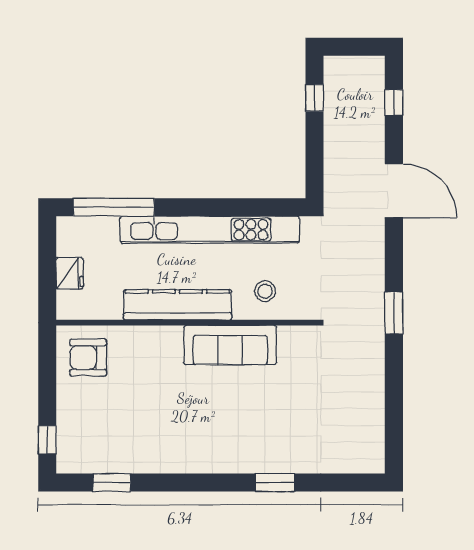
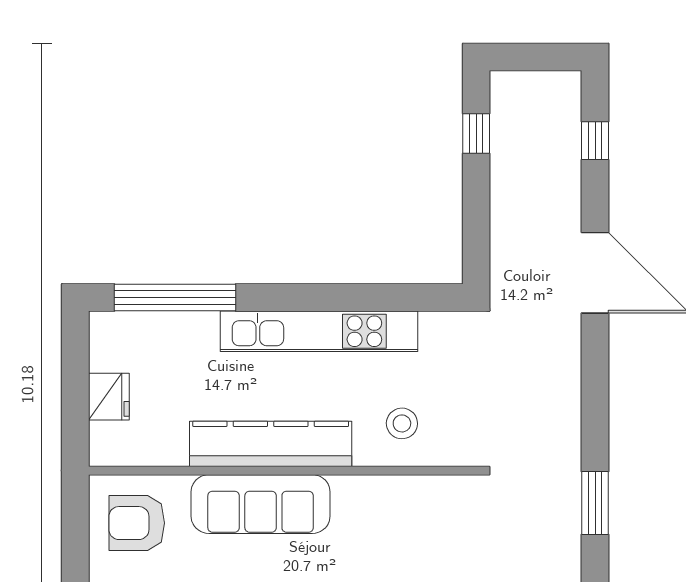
kitchen unit: (210, 230) -> (319, 331), width x0.73
window: (394, 313) -> (595, 503), moved
sofa: (230, 345) -> (261, 504), moved

